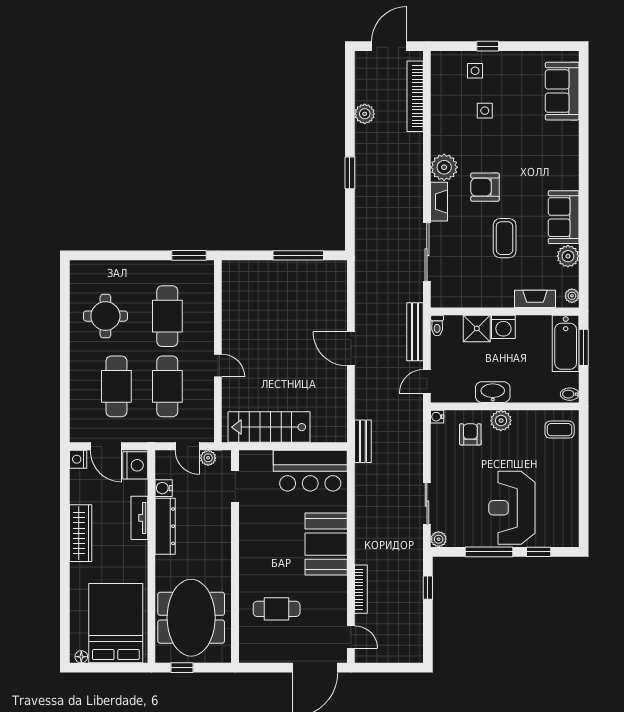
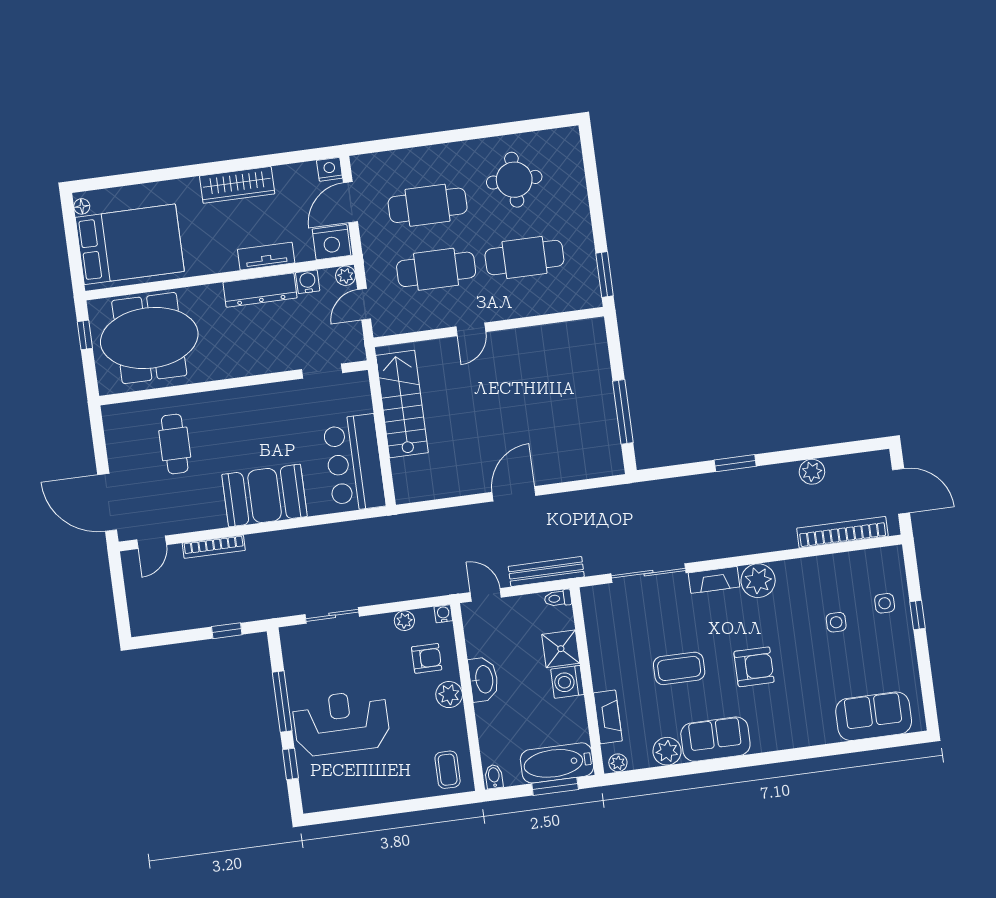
armchair: (485, 187) -> (754, 667), moved, turned 90
bench: (363, 441) -> (400, 524), removed
plant: (208, 458) -> (346, 276), moved
plant: (439, 539) -> (404, 621), moved

